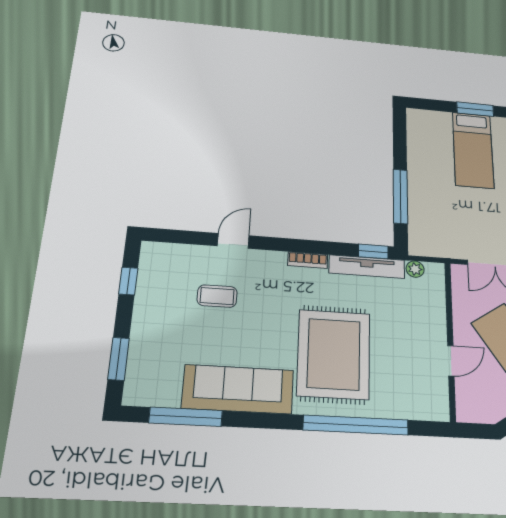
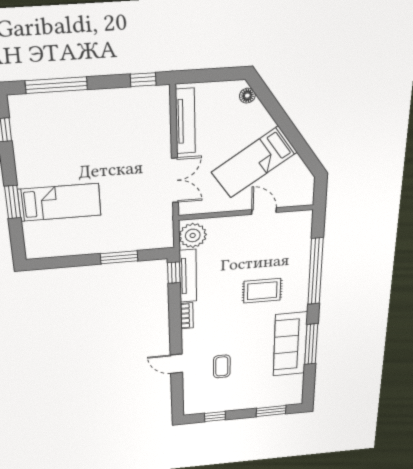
window: (400, 196) -> (119, 257), width x0.69
plant: (415, 269) -> (193, 235), width x1.88, depth x1.88
rug: (334, 354) -> (262, 291), width x0.54, depth x0.49
window: (186, 417) -> (311, 344), moved

